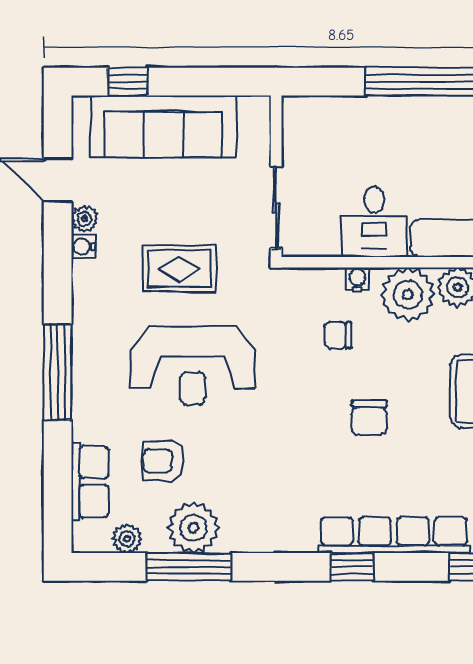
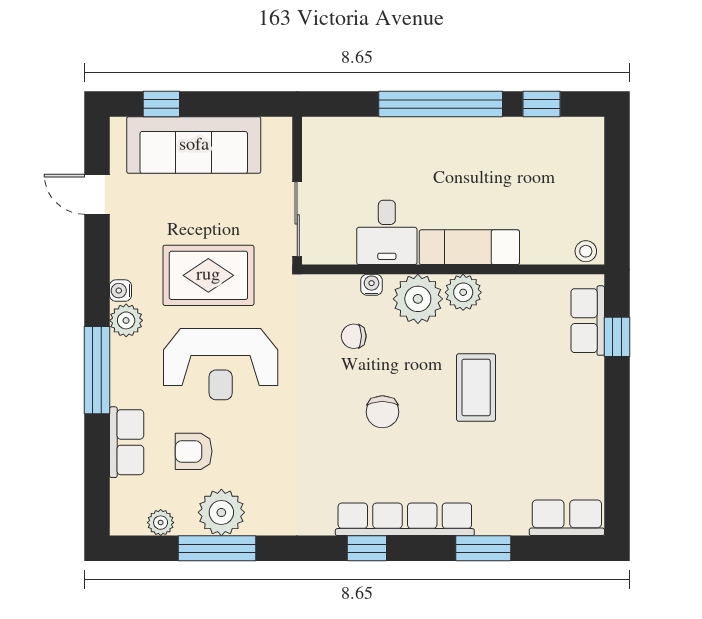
plant: (84, 219) -> (126, 320), moved, width x1.38, depth x1.38
water cooler: (83, 247) -> (120, 291), moved
rug: (179, 269) -> (208, 275), width x1.36, depth x1.43
row of seats: (90, 482) -> (127, 442), moved

